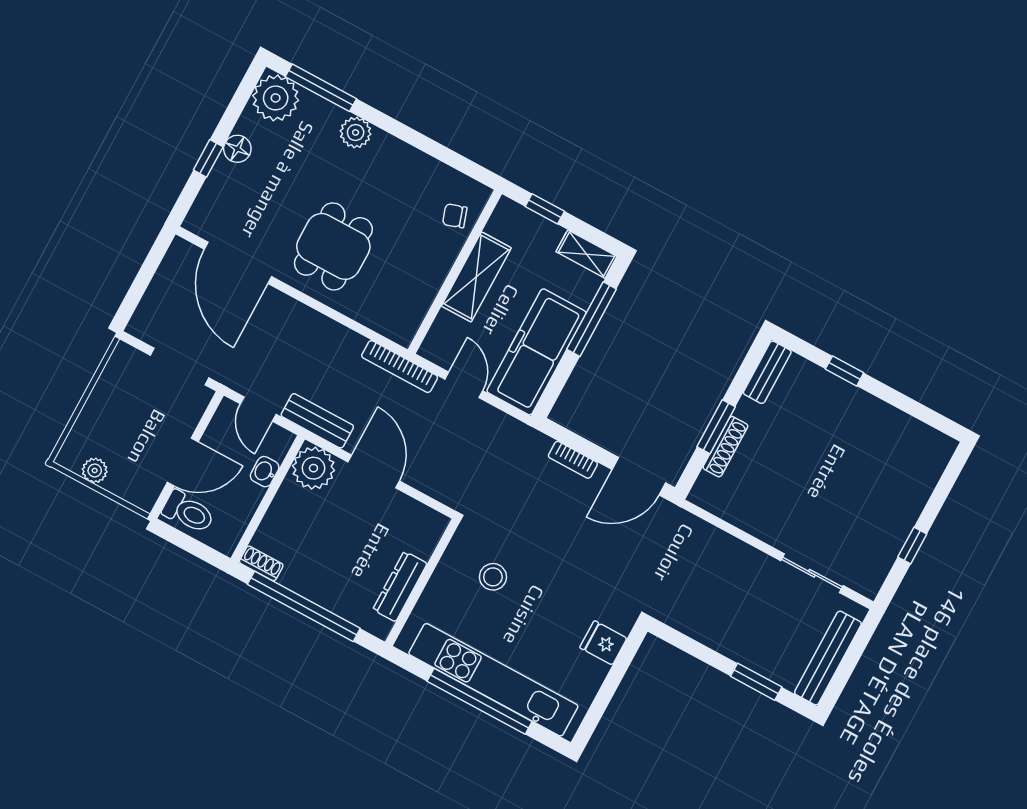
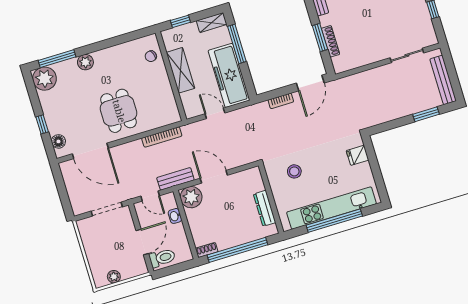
floor lamp: (237, 149) -> (58, 141), moved
bookcase: (400, 367) -> (162, 137), moved

